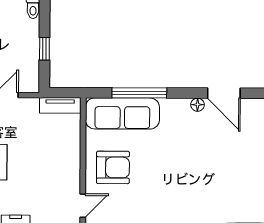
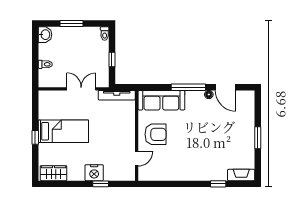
window: (139, 93) -> (188, 87), moved
tv unit: (60, 105) -> (117, 95), width x1.41

